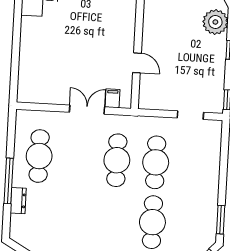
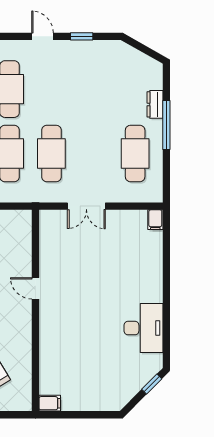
door: (137, 63) -> (36, 288), moved
filing cabinet: (113, 98) -> (155, 220), moved

